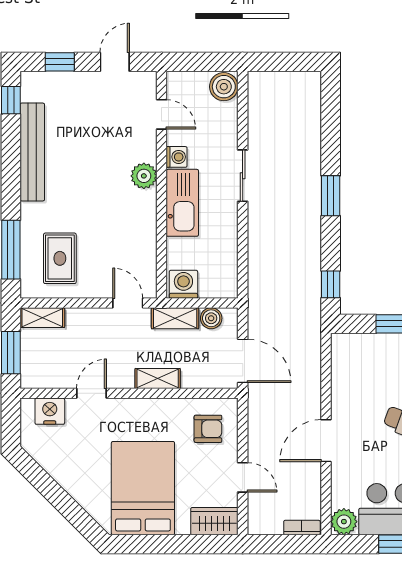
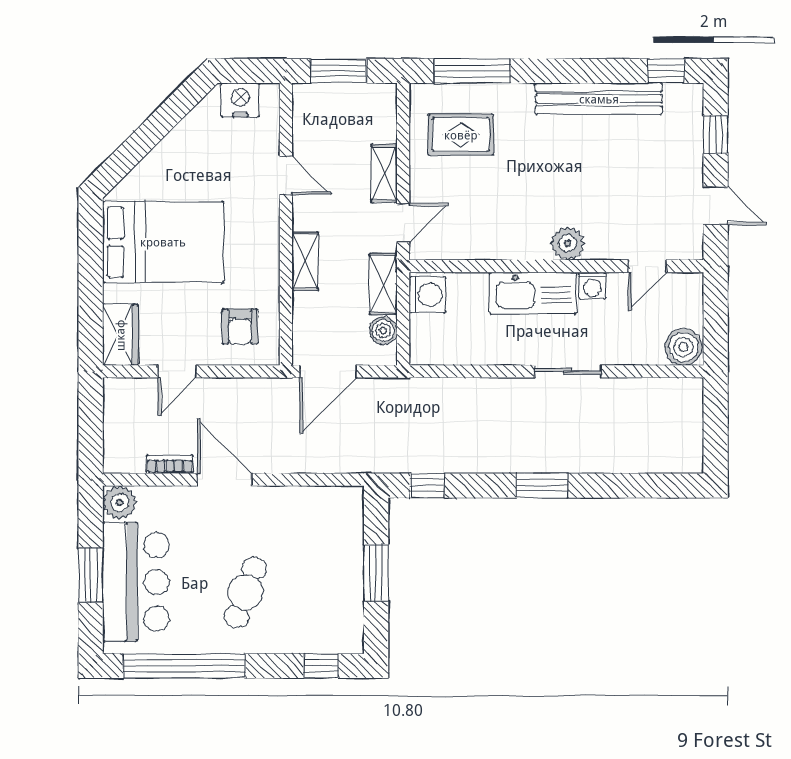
shelving: (42, 318) -> (384, 173), moved
nightstand: (50, 411) -> (240, 100), moved, turned -90
bookcase: (302, 527) -> (170, 464), moved, turned -90

